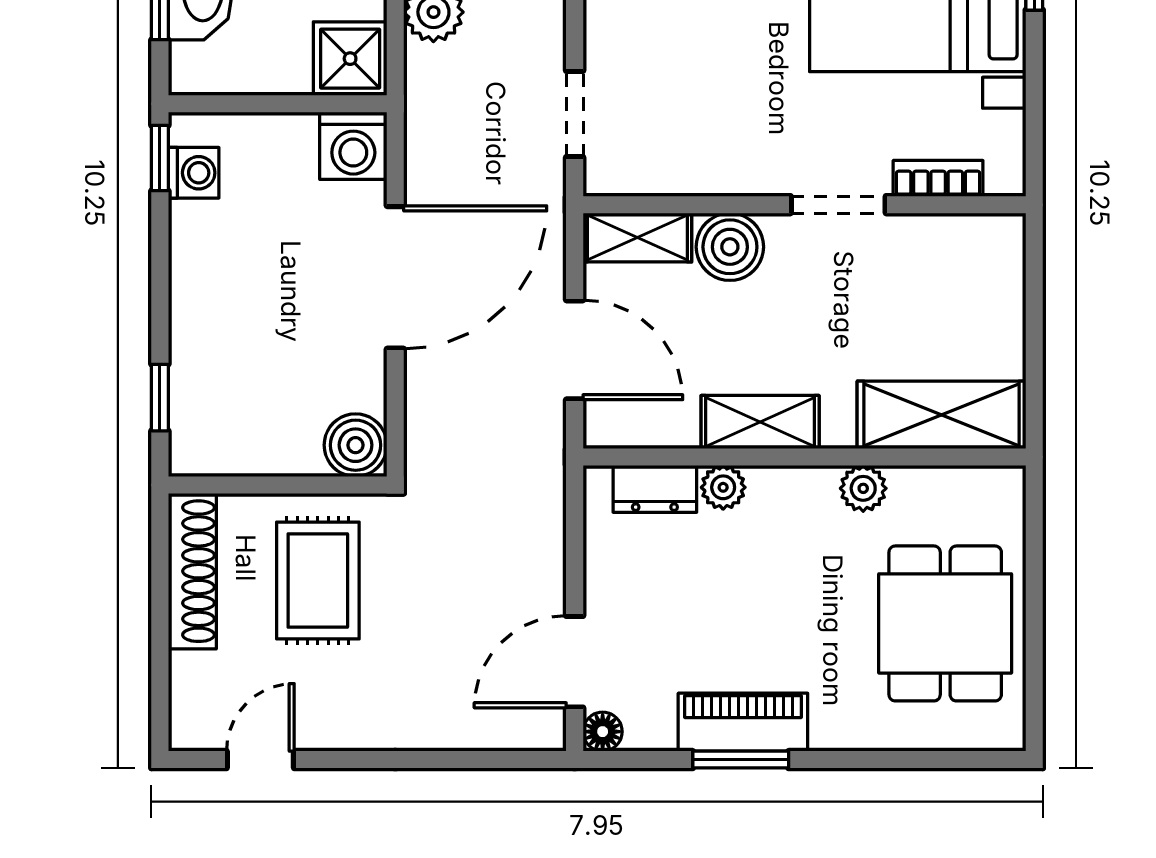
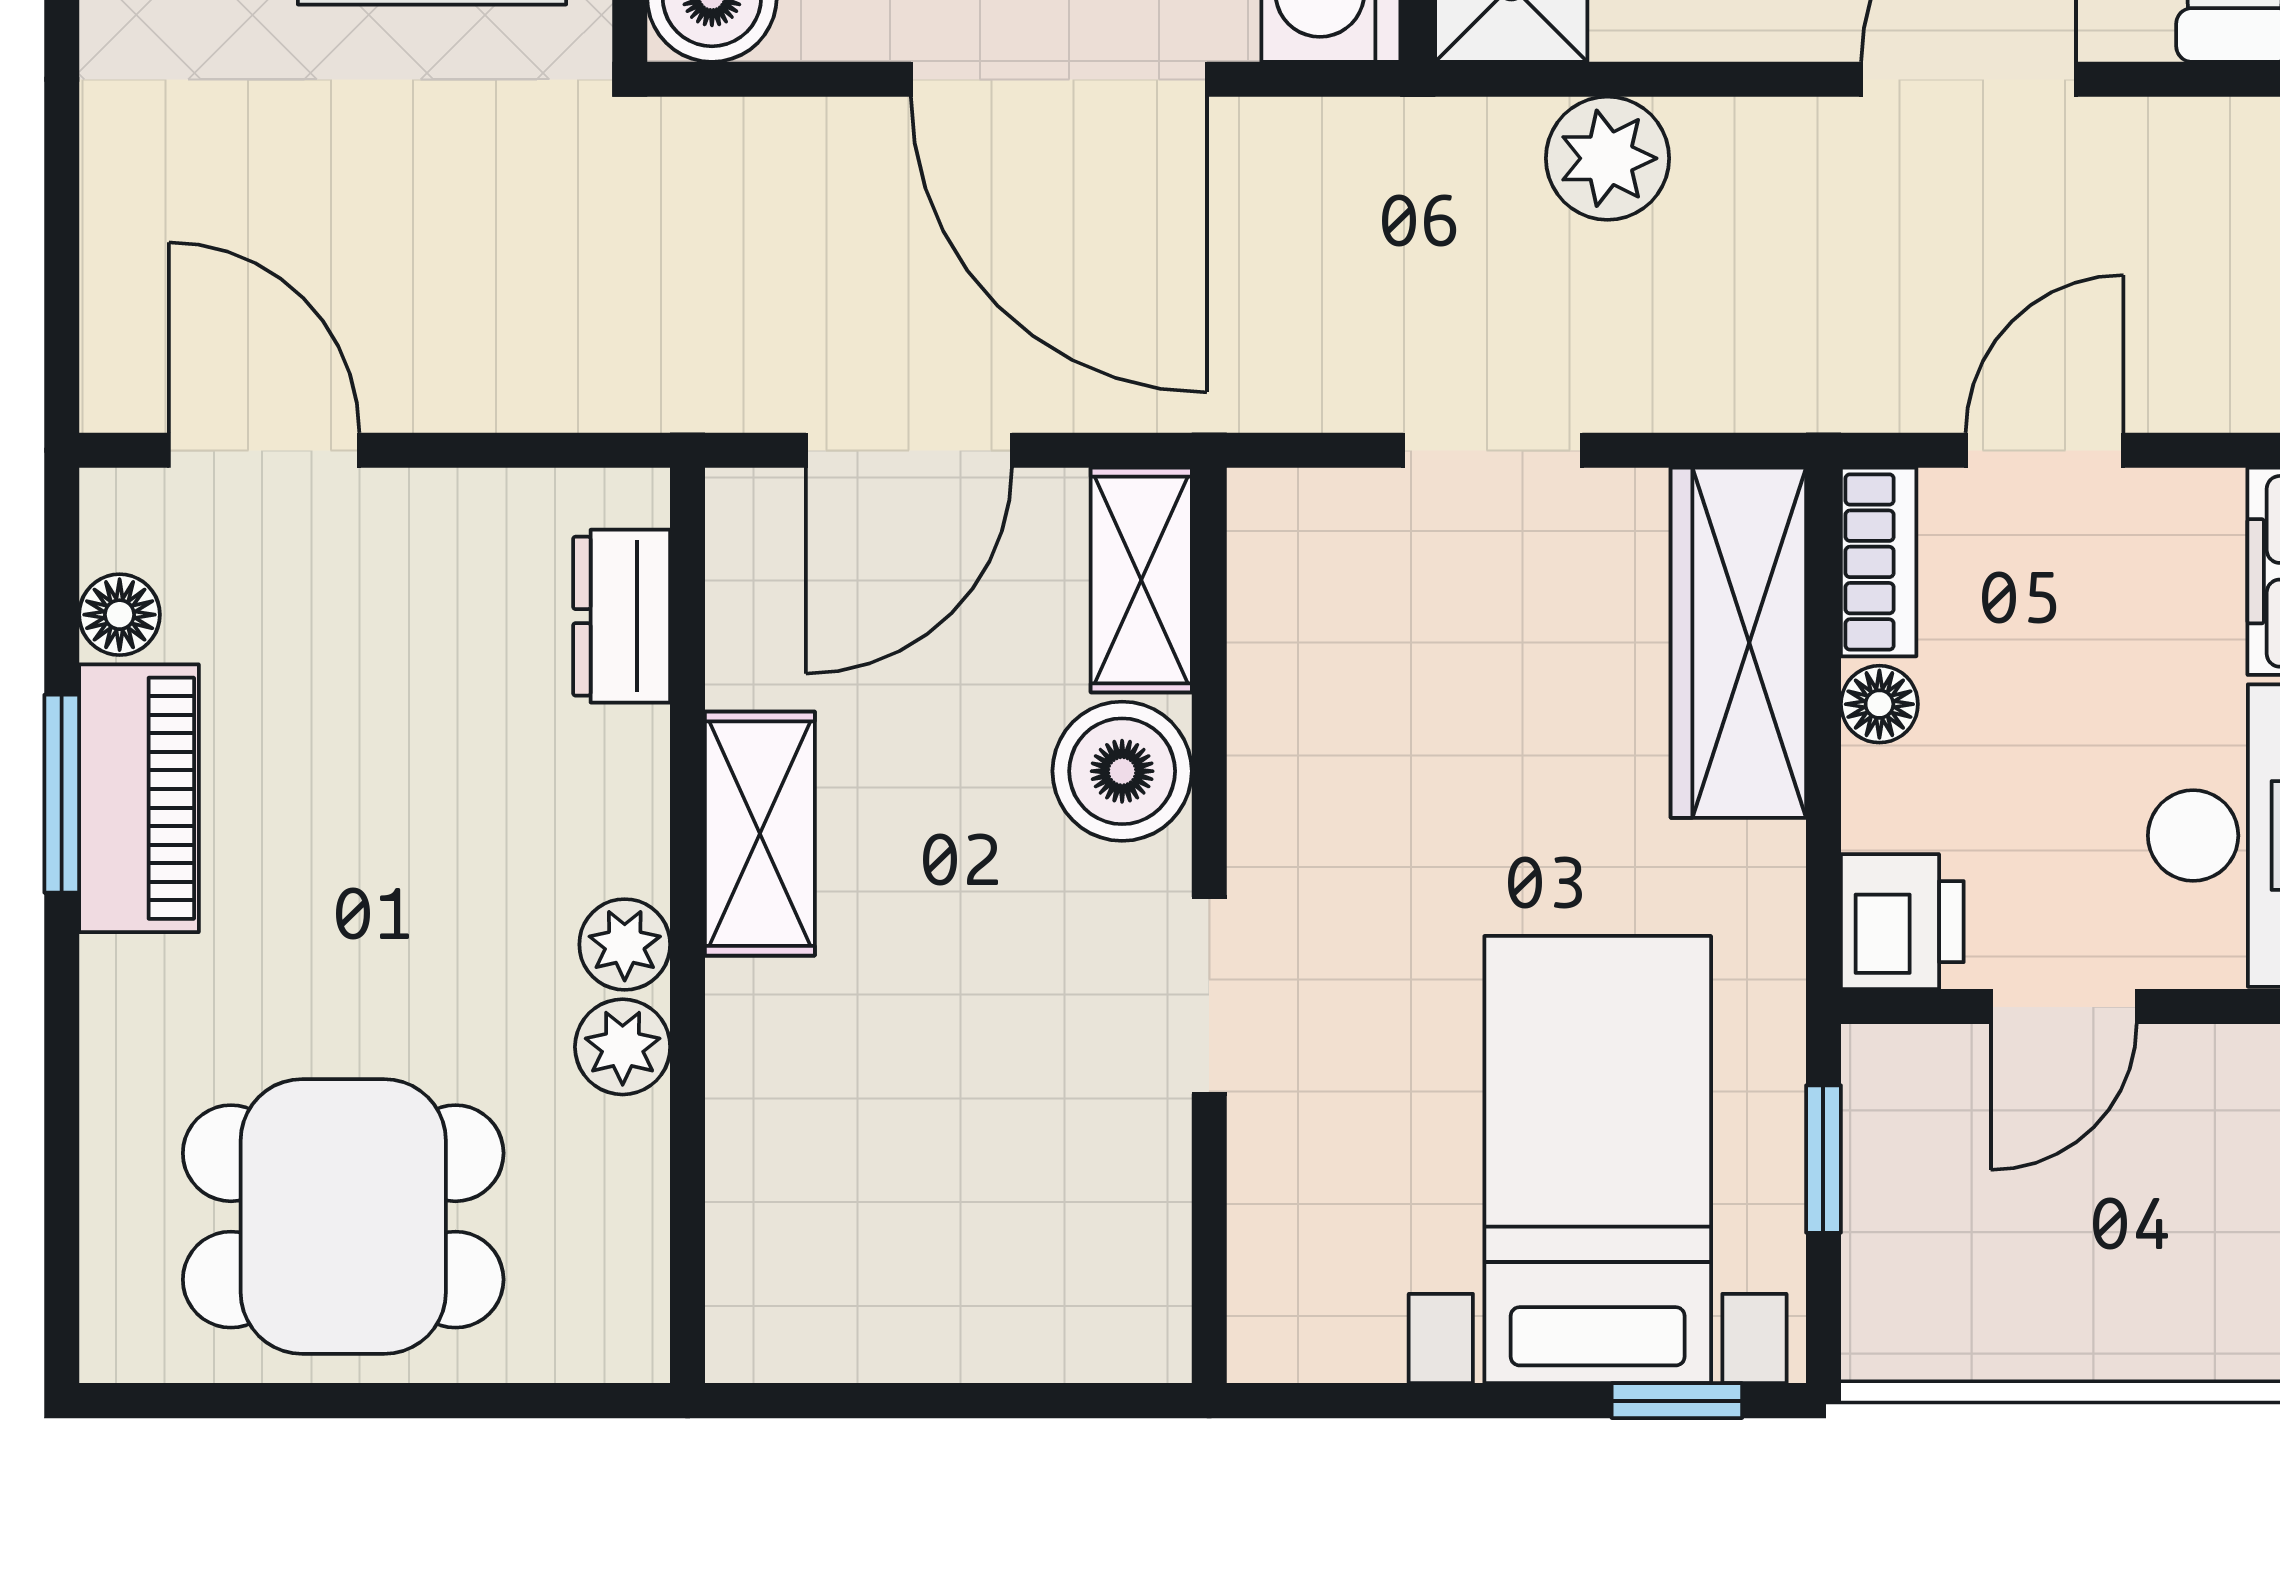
doorway: (575, 114) -> (1493, 450), moved
bookcase: (938, 178) -> (1264, 1202), removed
shelving: (942, 415) -> (775, 1209), removed
plant: (723, 487) -> (625, 944), moved
floor lamp: (603, 732) -> (120, 615), moved

